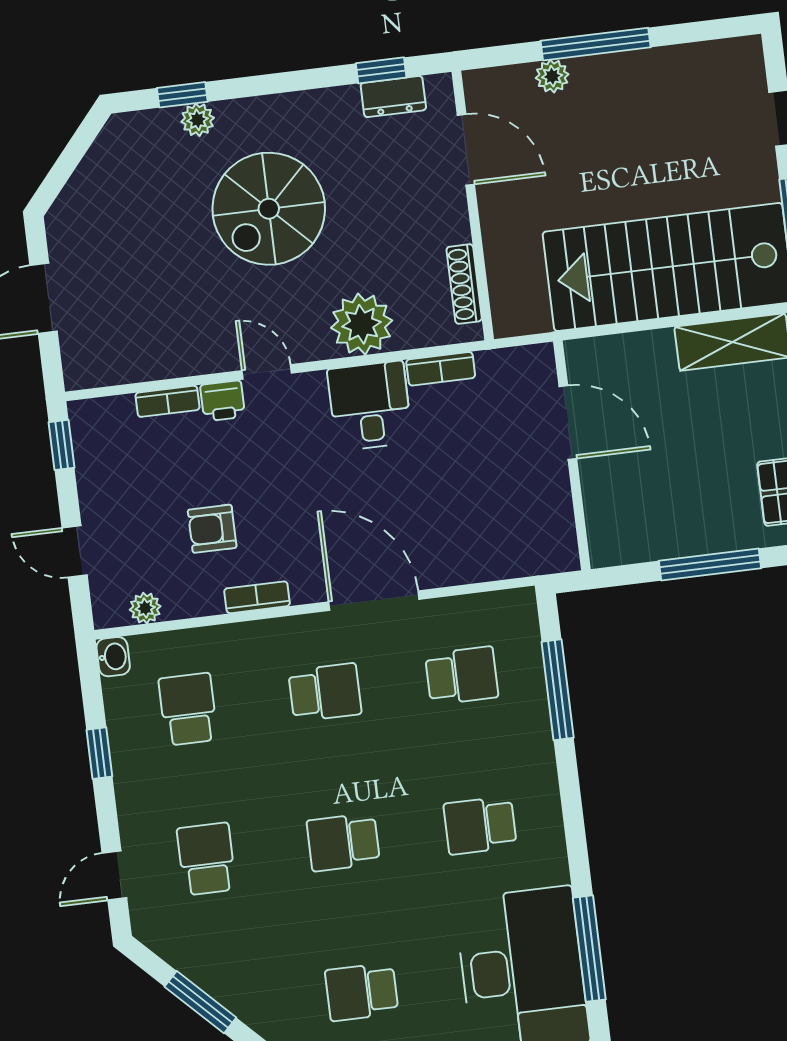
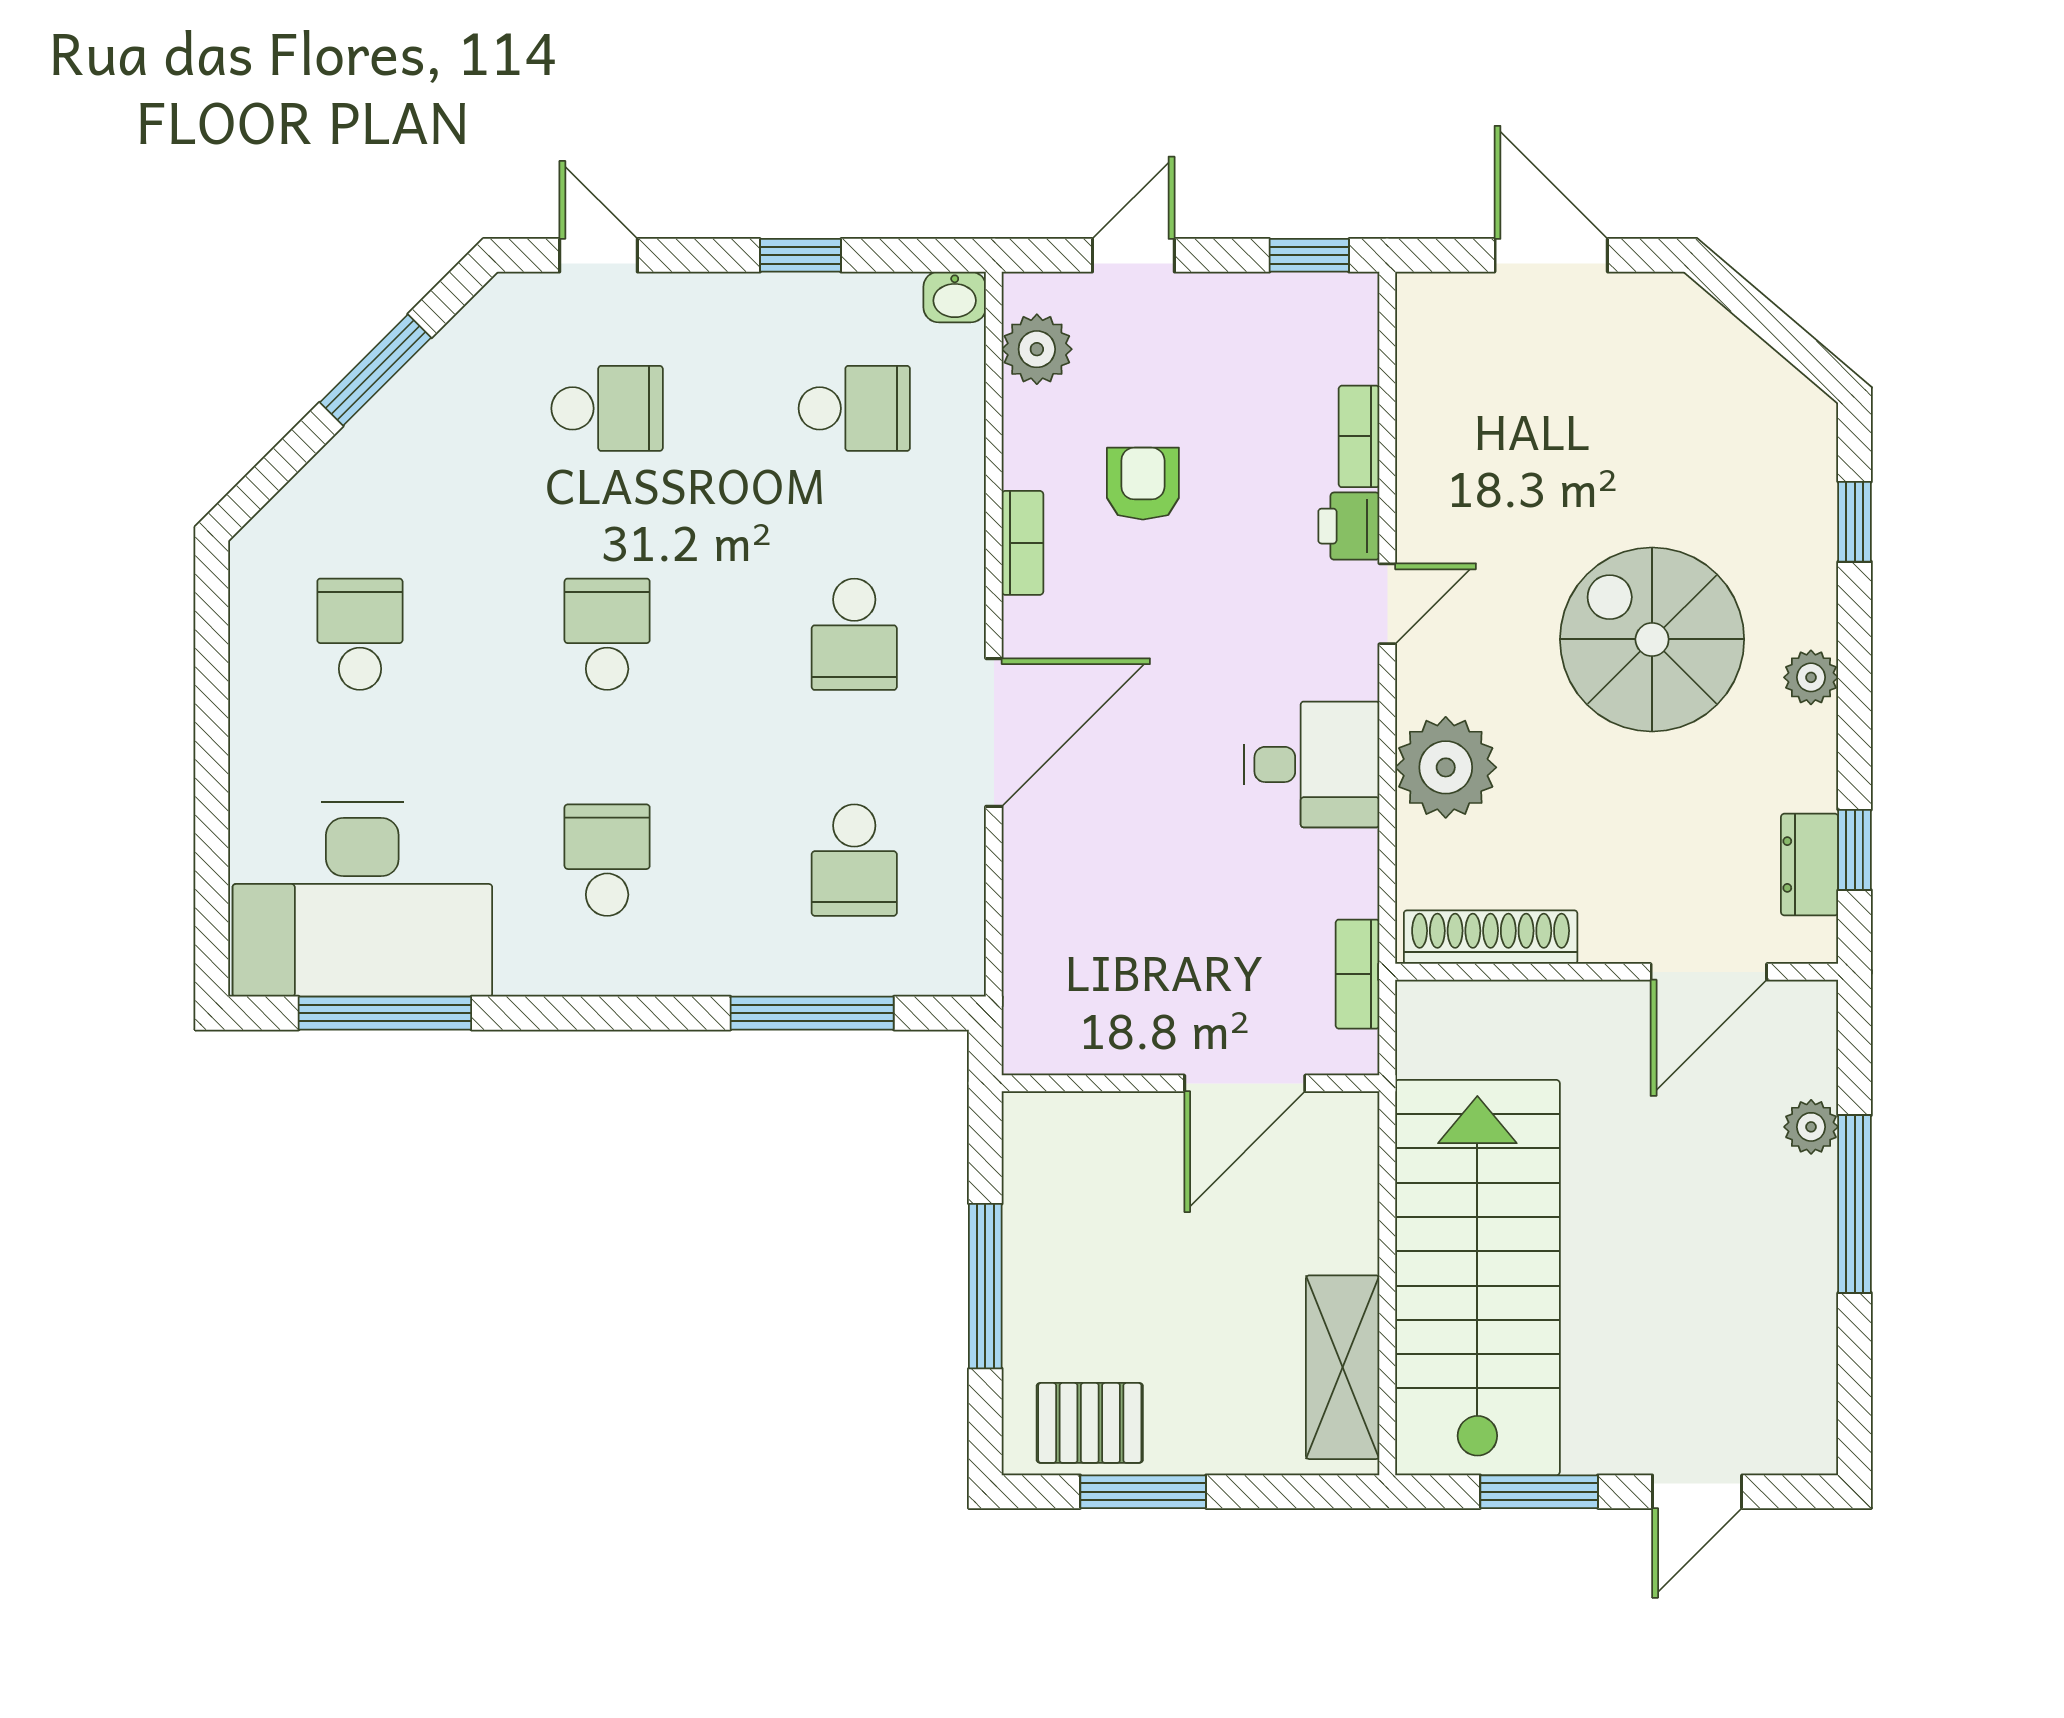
plant: (198, 120) -> (1811, 677), moved
shoe rack: (464, 284) -> (1491, 937), width x1.36, depth x1.24
bookcase: (441, 369) -> (1357, 974), moved
plant: (145, 608) -> (1037, 349), width x1.38, depth x1.38

